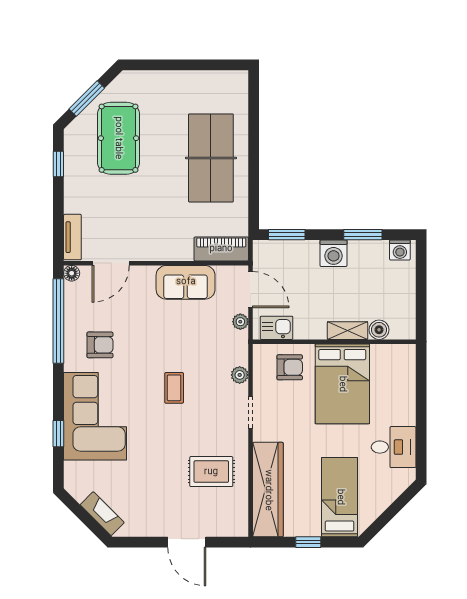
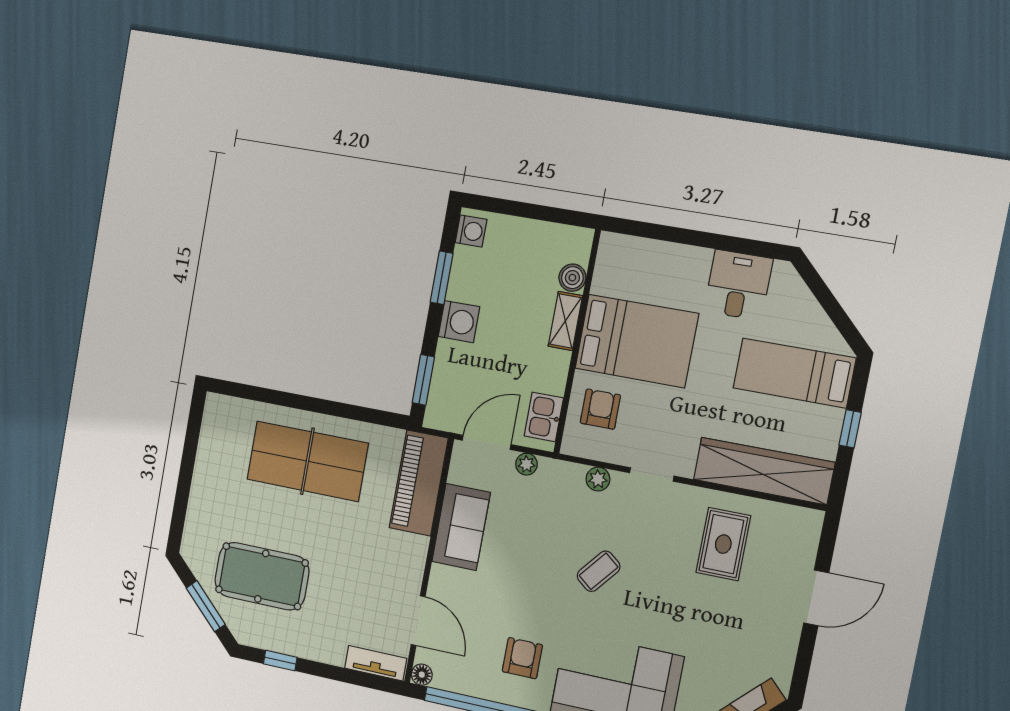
piano: (221, 249) -> (419, 483), width x1.37, depth x1.33
coffee table: (174, 388) -> (599, 571), turned -51

